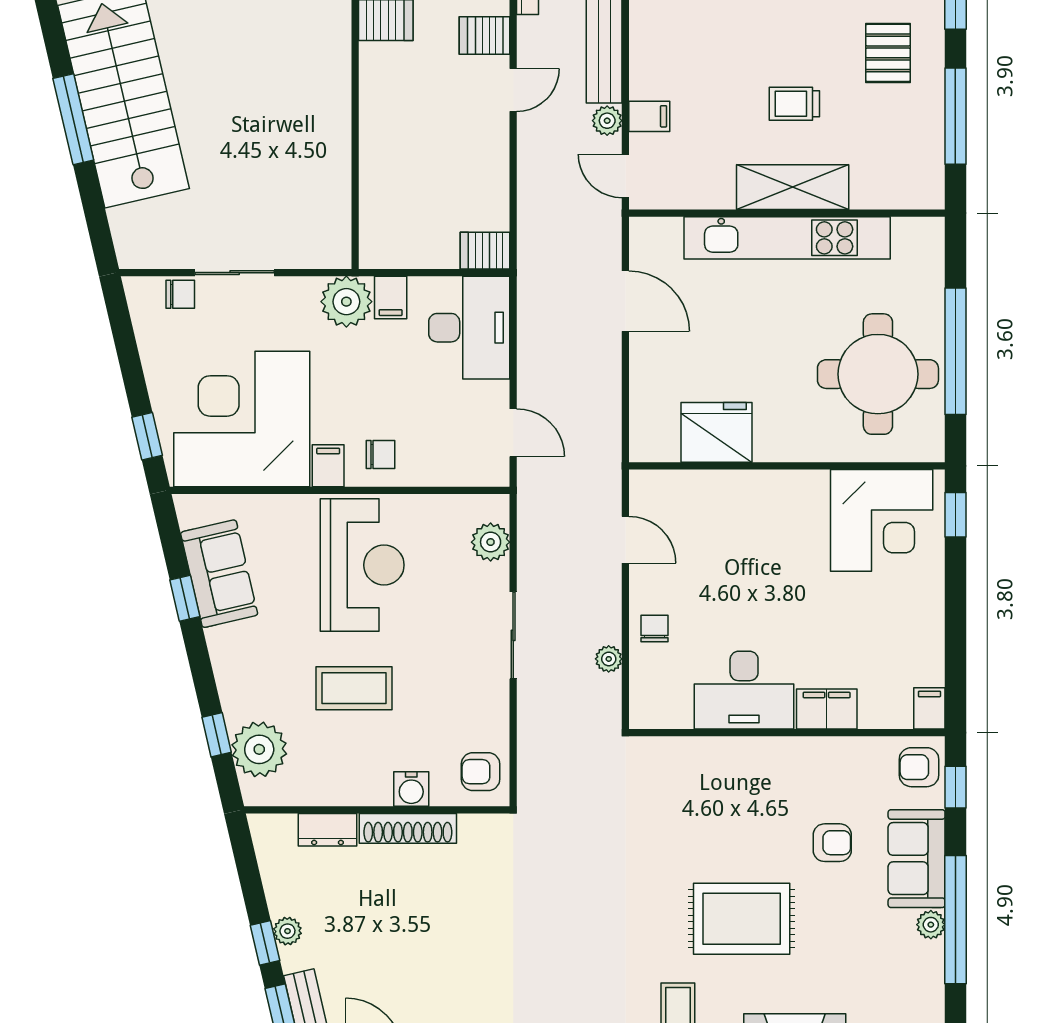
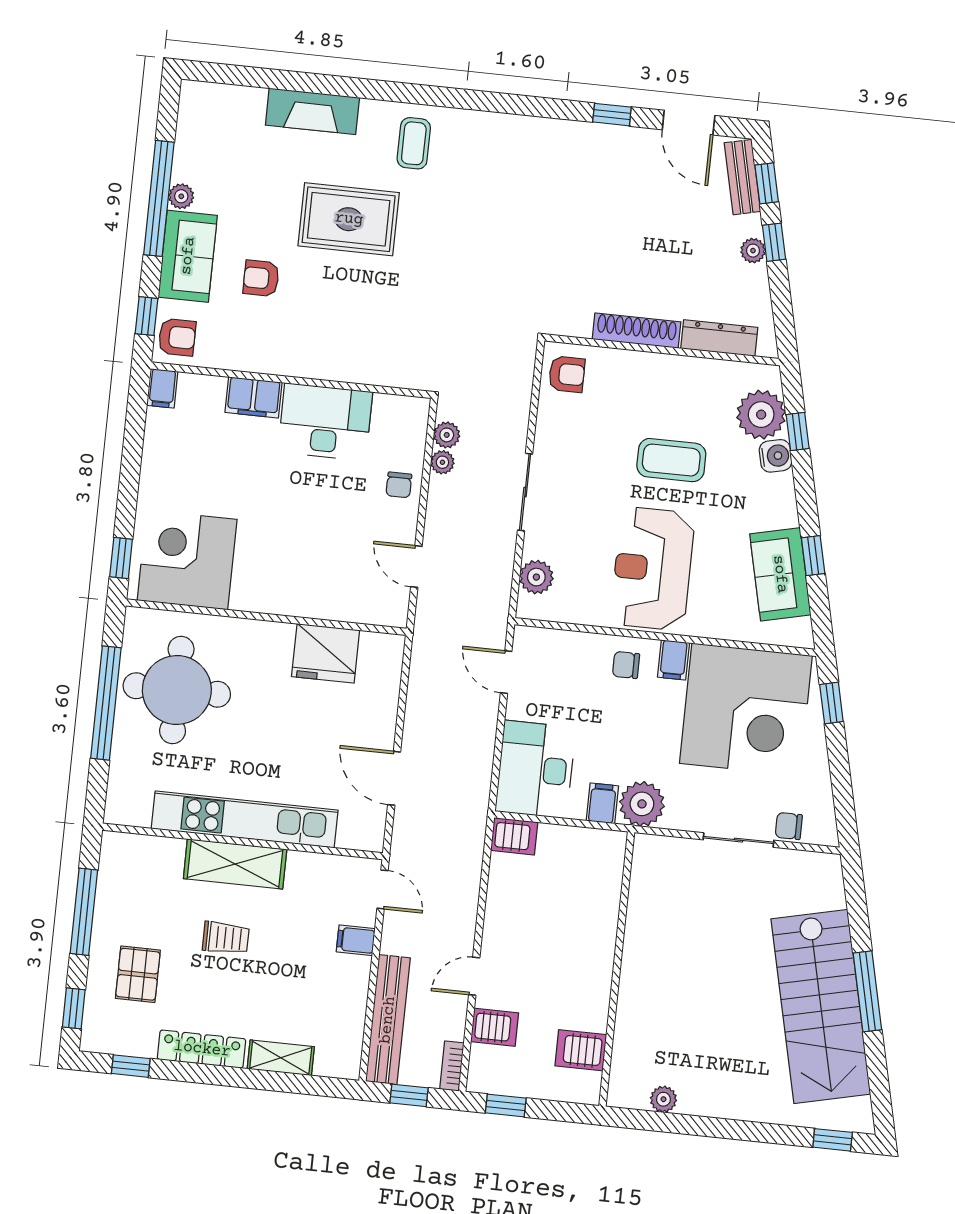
plant: (607, 121) -> (447, 435), moved
water cooler: (411, 789) -> (775, 456), moved, turned 77
dresser: (328, 830) -> (719, 338), width x1.44

